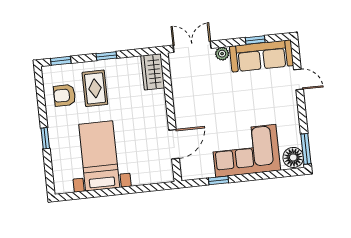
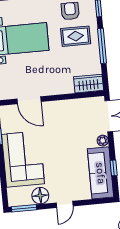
window: (106, 56) -> (102, 46), width x2.17
door: (298, 79) -> (65, 204), moved
floor lamp: (293, 157) -> (40, 196), moved

